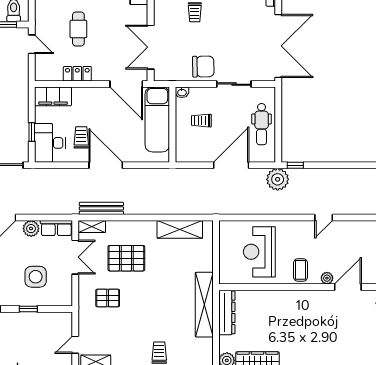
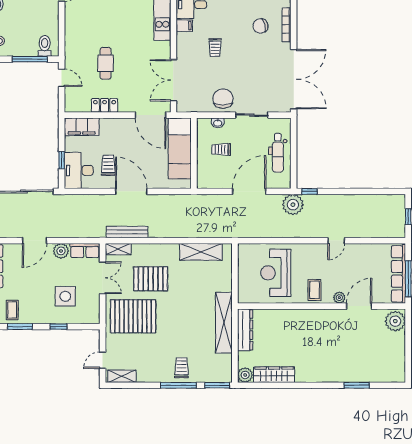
chair: (203, 67) -> (223, 99), turned -89
washbasin: (182, 92) -> (218, 123), moved
pallet: (108, 298) -> (133, 316), width x2.05, depth x2.00

